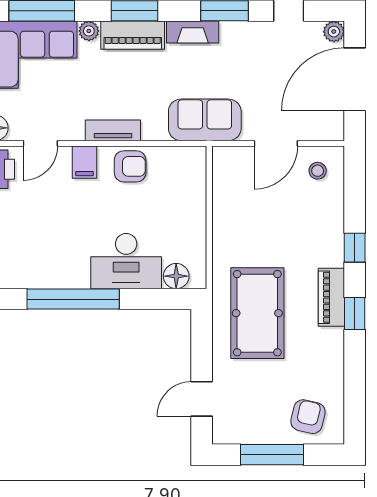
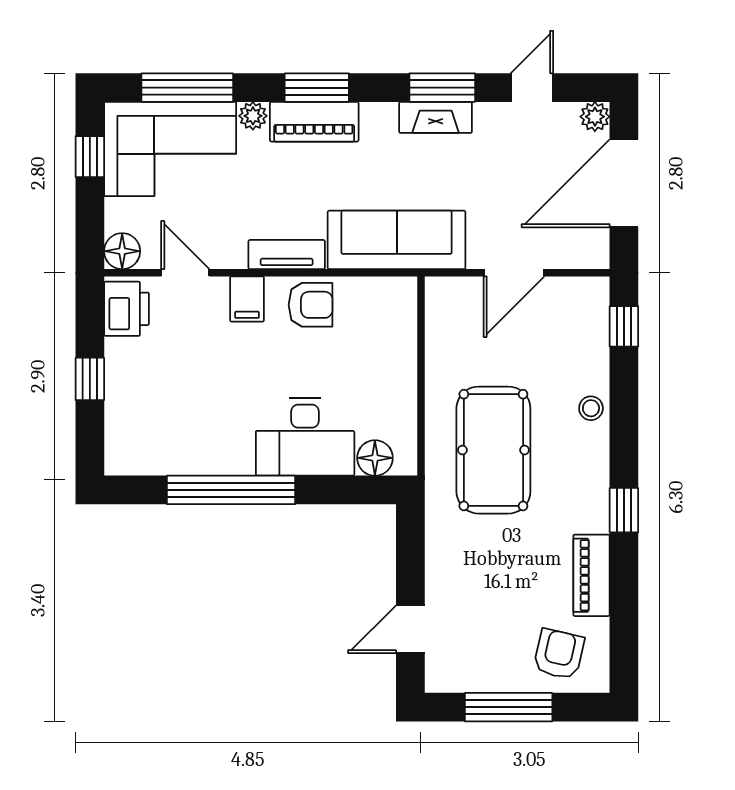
fireplace: (193, 32) -> (436, 117), moved
sofa: (205, 120) -> (397, 240), width x1.36
door: (40, 143) -> (185, 273), swing flipped
stool: (318, 171) -> (591, 408), moved
window: (355, 248) -> (624, 326), moved
piano: (331, 297) -> (591, 575), moved
pool table: (257, 313) -> (493, 450), moved

